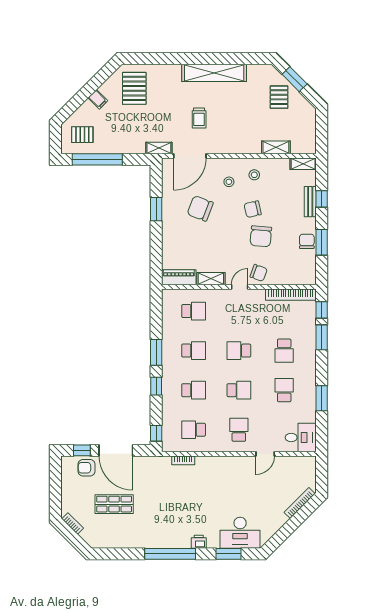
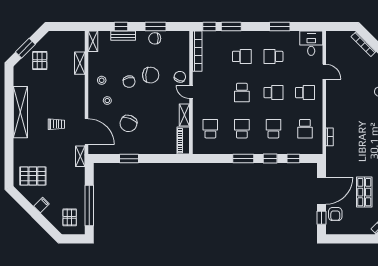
pallet: (279, 97) -> (40, 61), turned 90
school desk: (239, 390) -> (273, 93), turned 90
school desk: (239, 430) -> (305, 93), turned 180
window: (156, 433) -> (293, 159), moved

